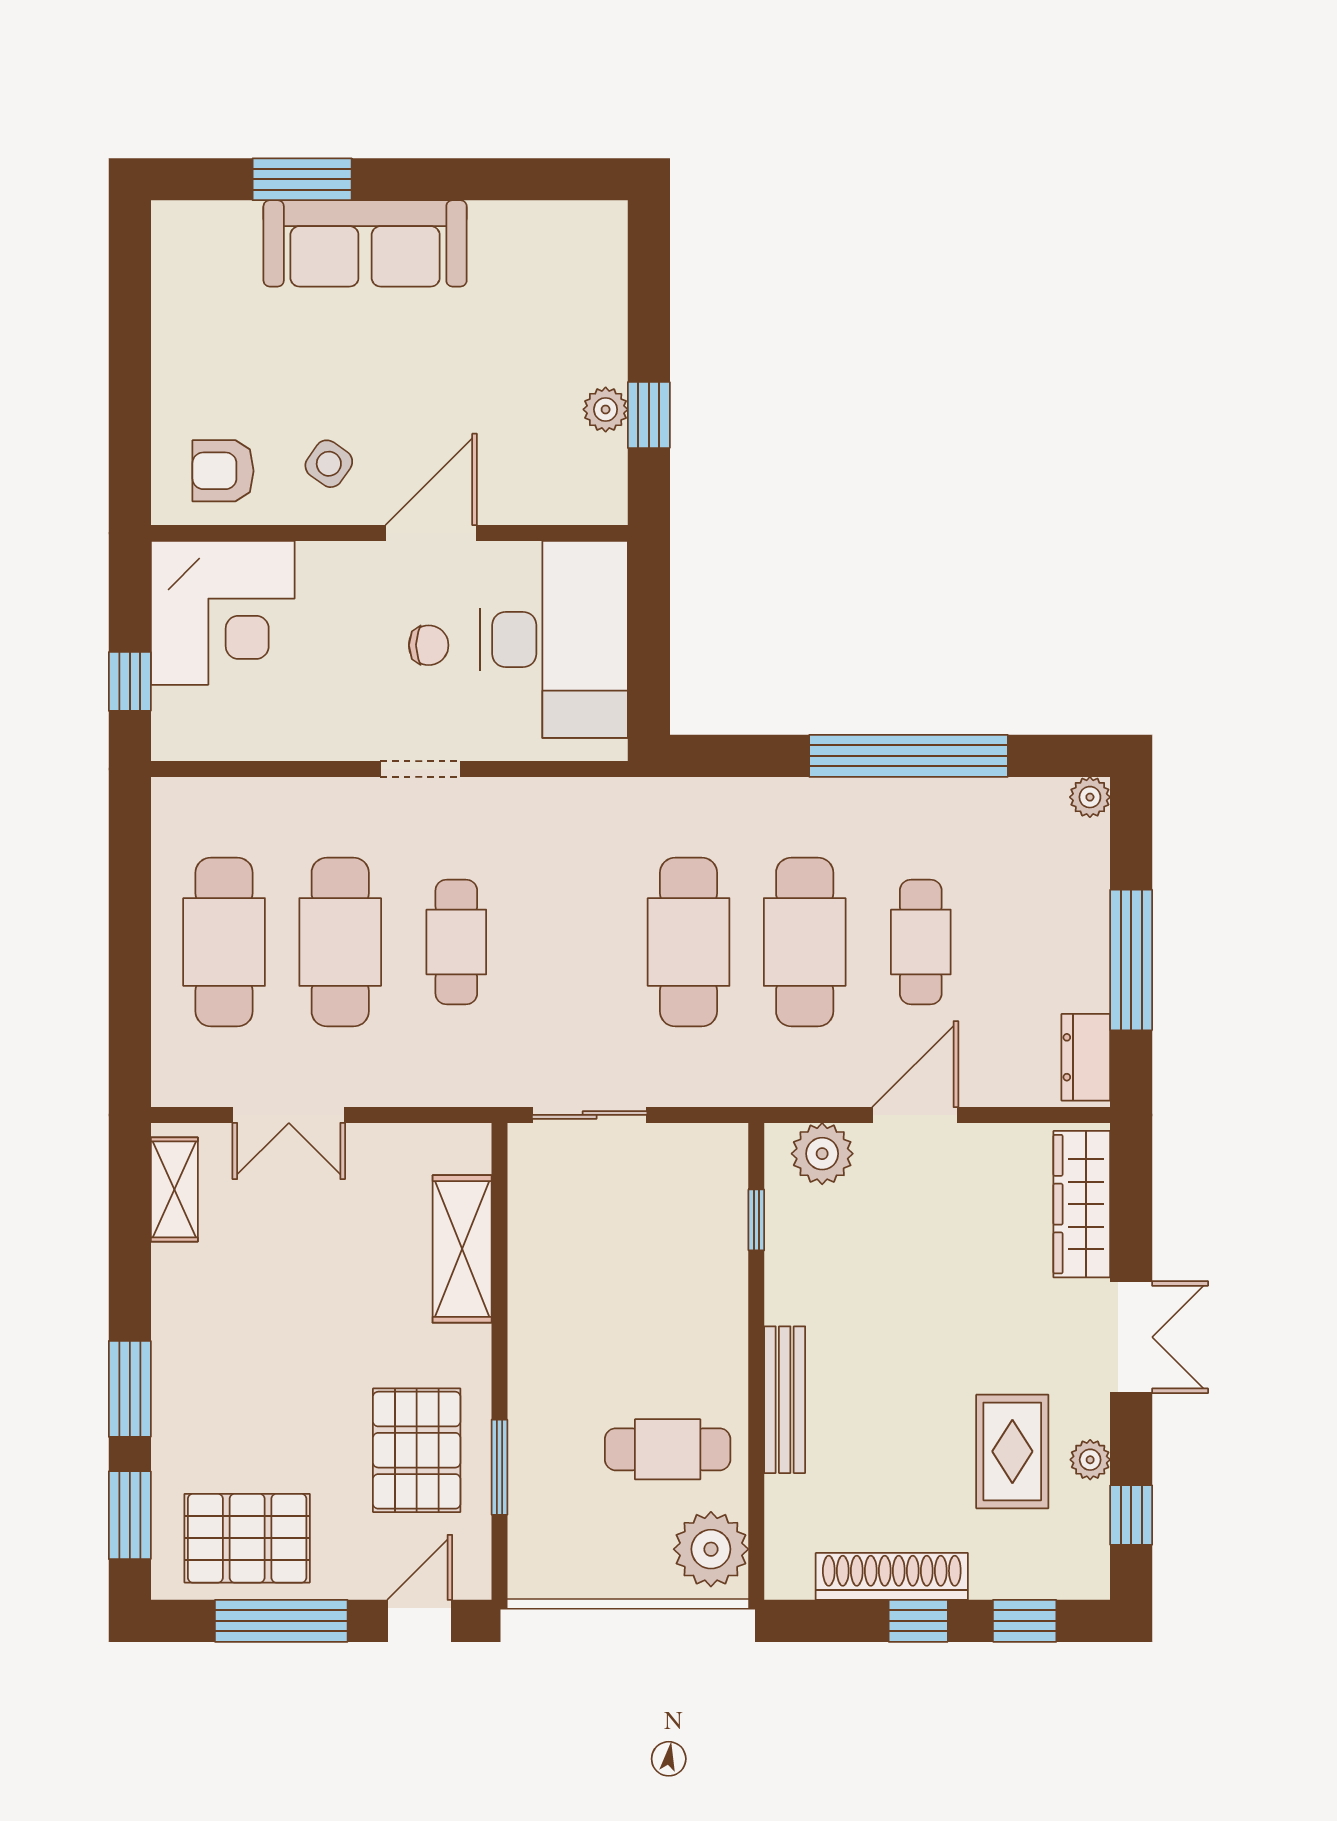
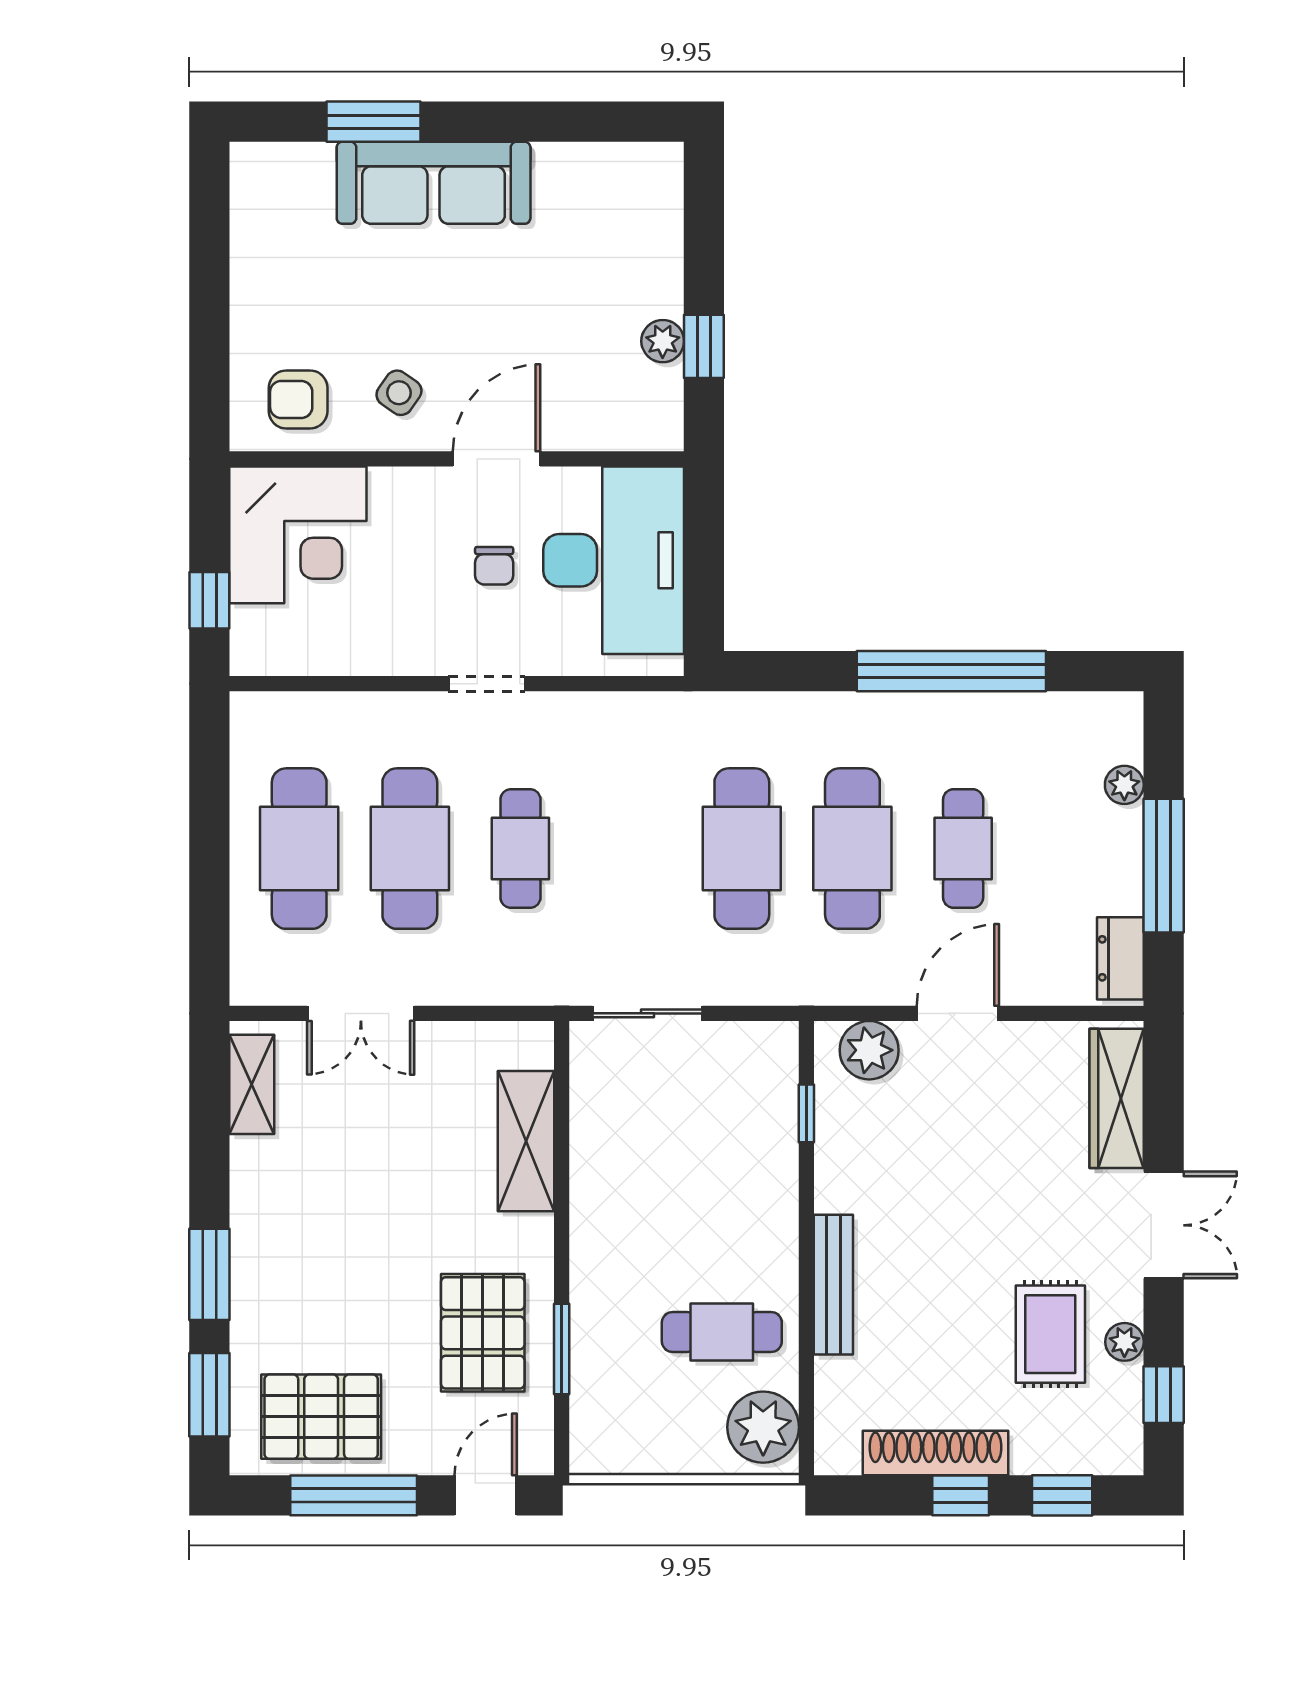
chair: (429, 645) -> (494, 566), turned 90
plant: (1090, 797) -> (1124, 785), moved

